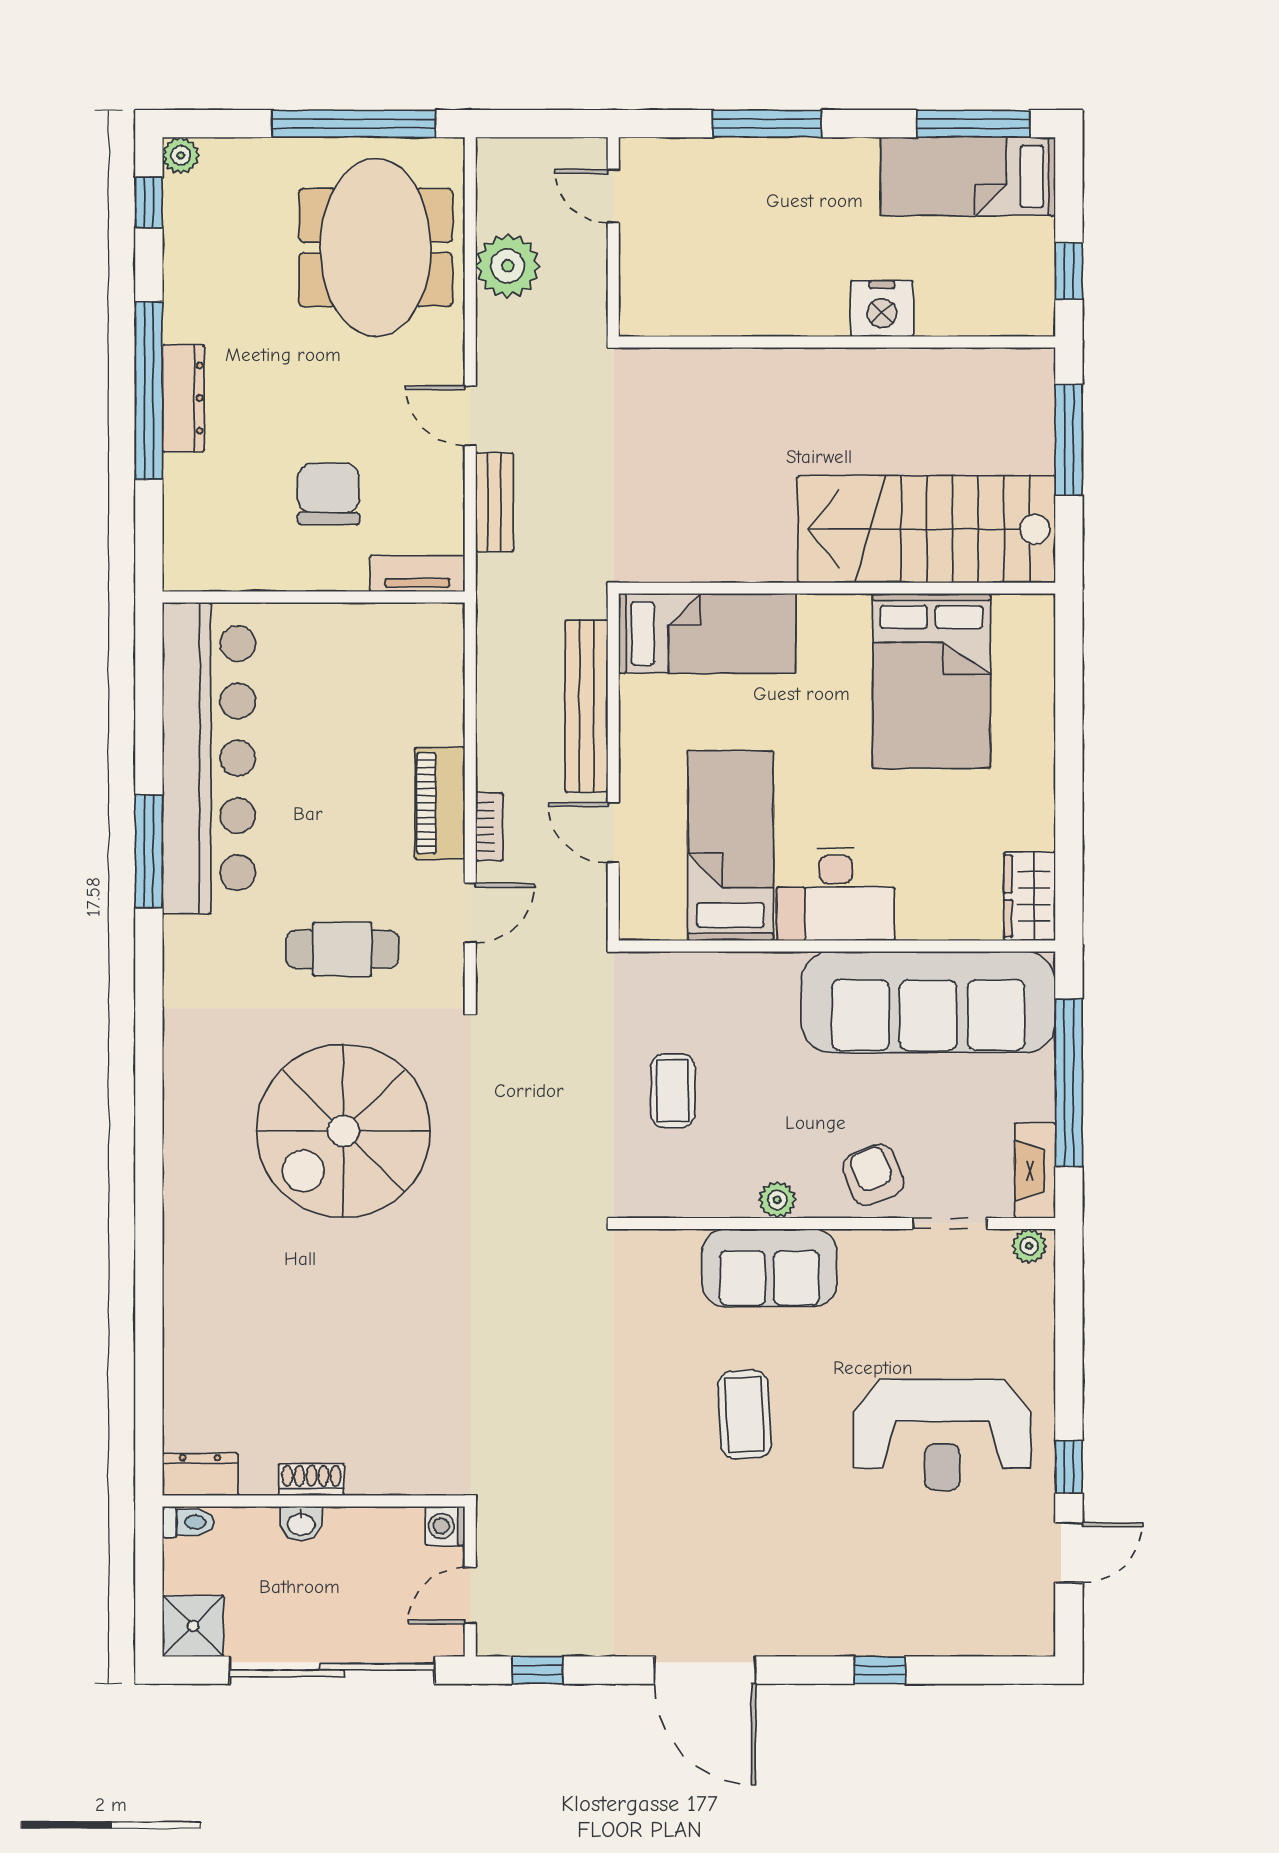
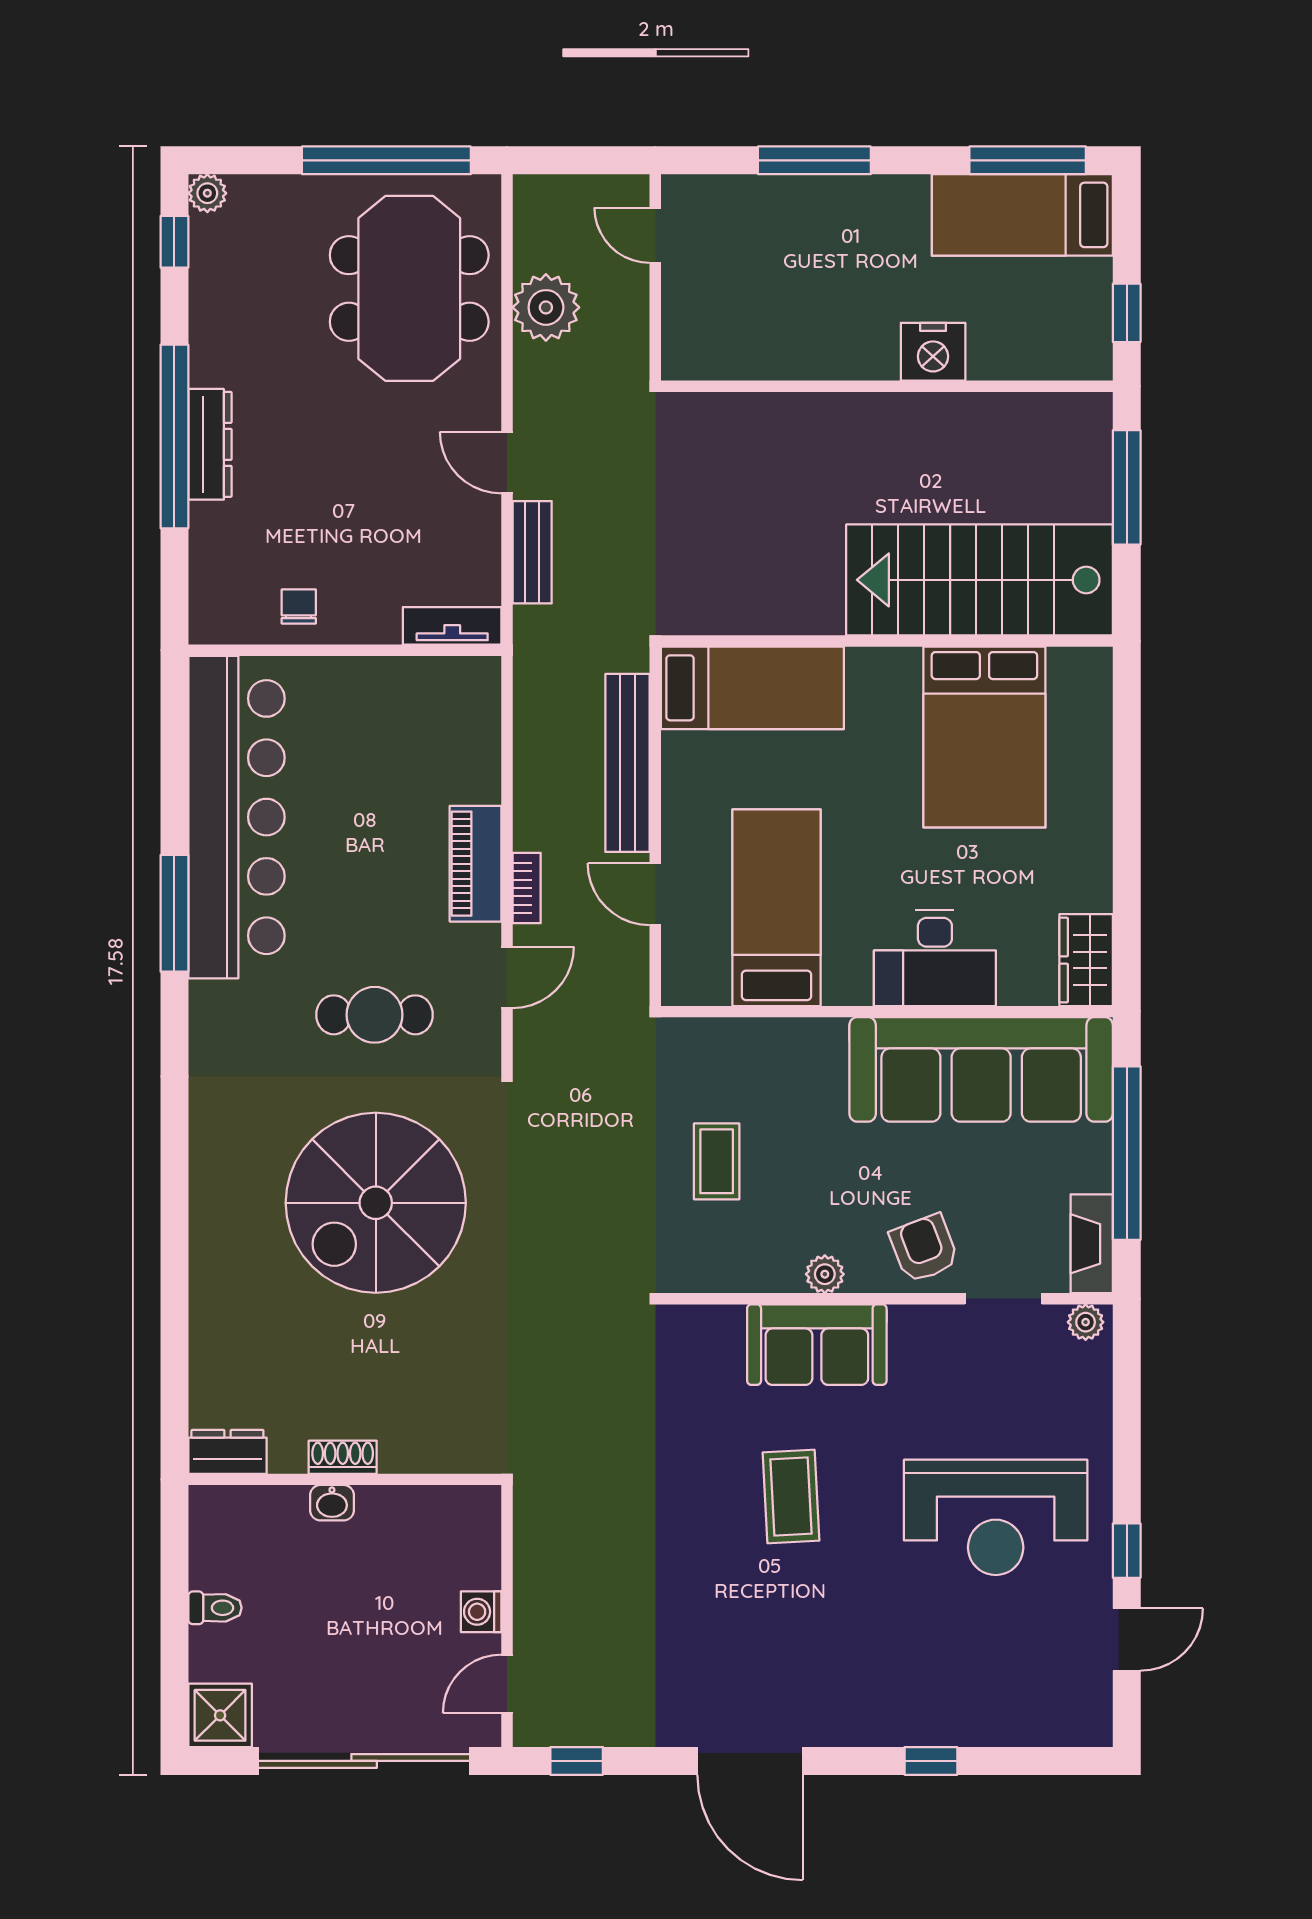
chair: (329, 494) -> (299, 606), moved, width x0.54, depth x0.54
desk: (836, 894) -> (935, 958), moved
dresser: (200, 1474) -> (227, 1452), moved
shoe rack: (311, 1480) -> (343, 1457), moved
wall: (314, 1501) -> (345, 1479), moved
washbasin: (301, 1523) -> (332, 1503), moved

